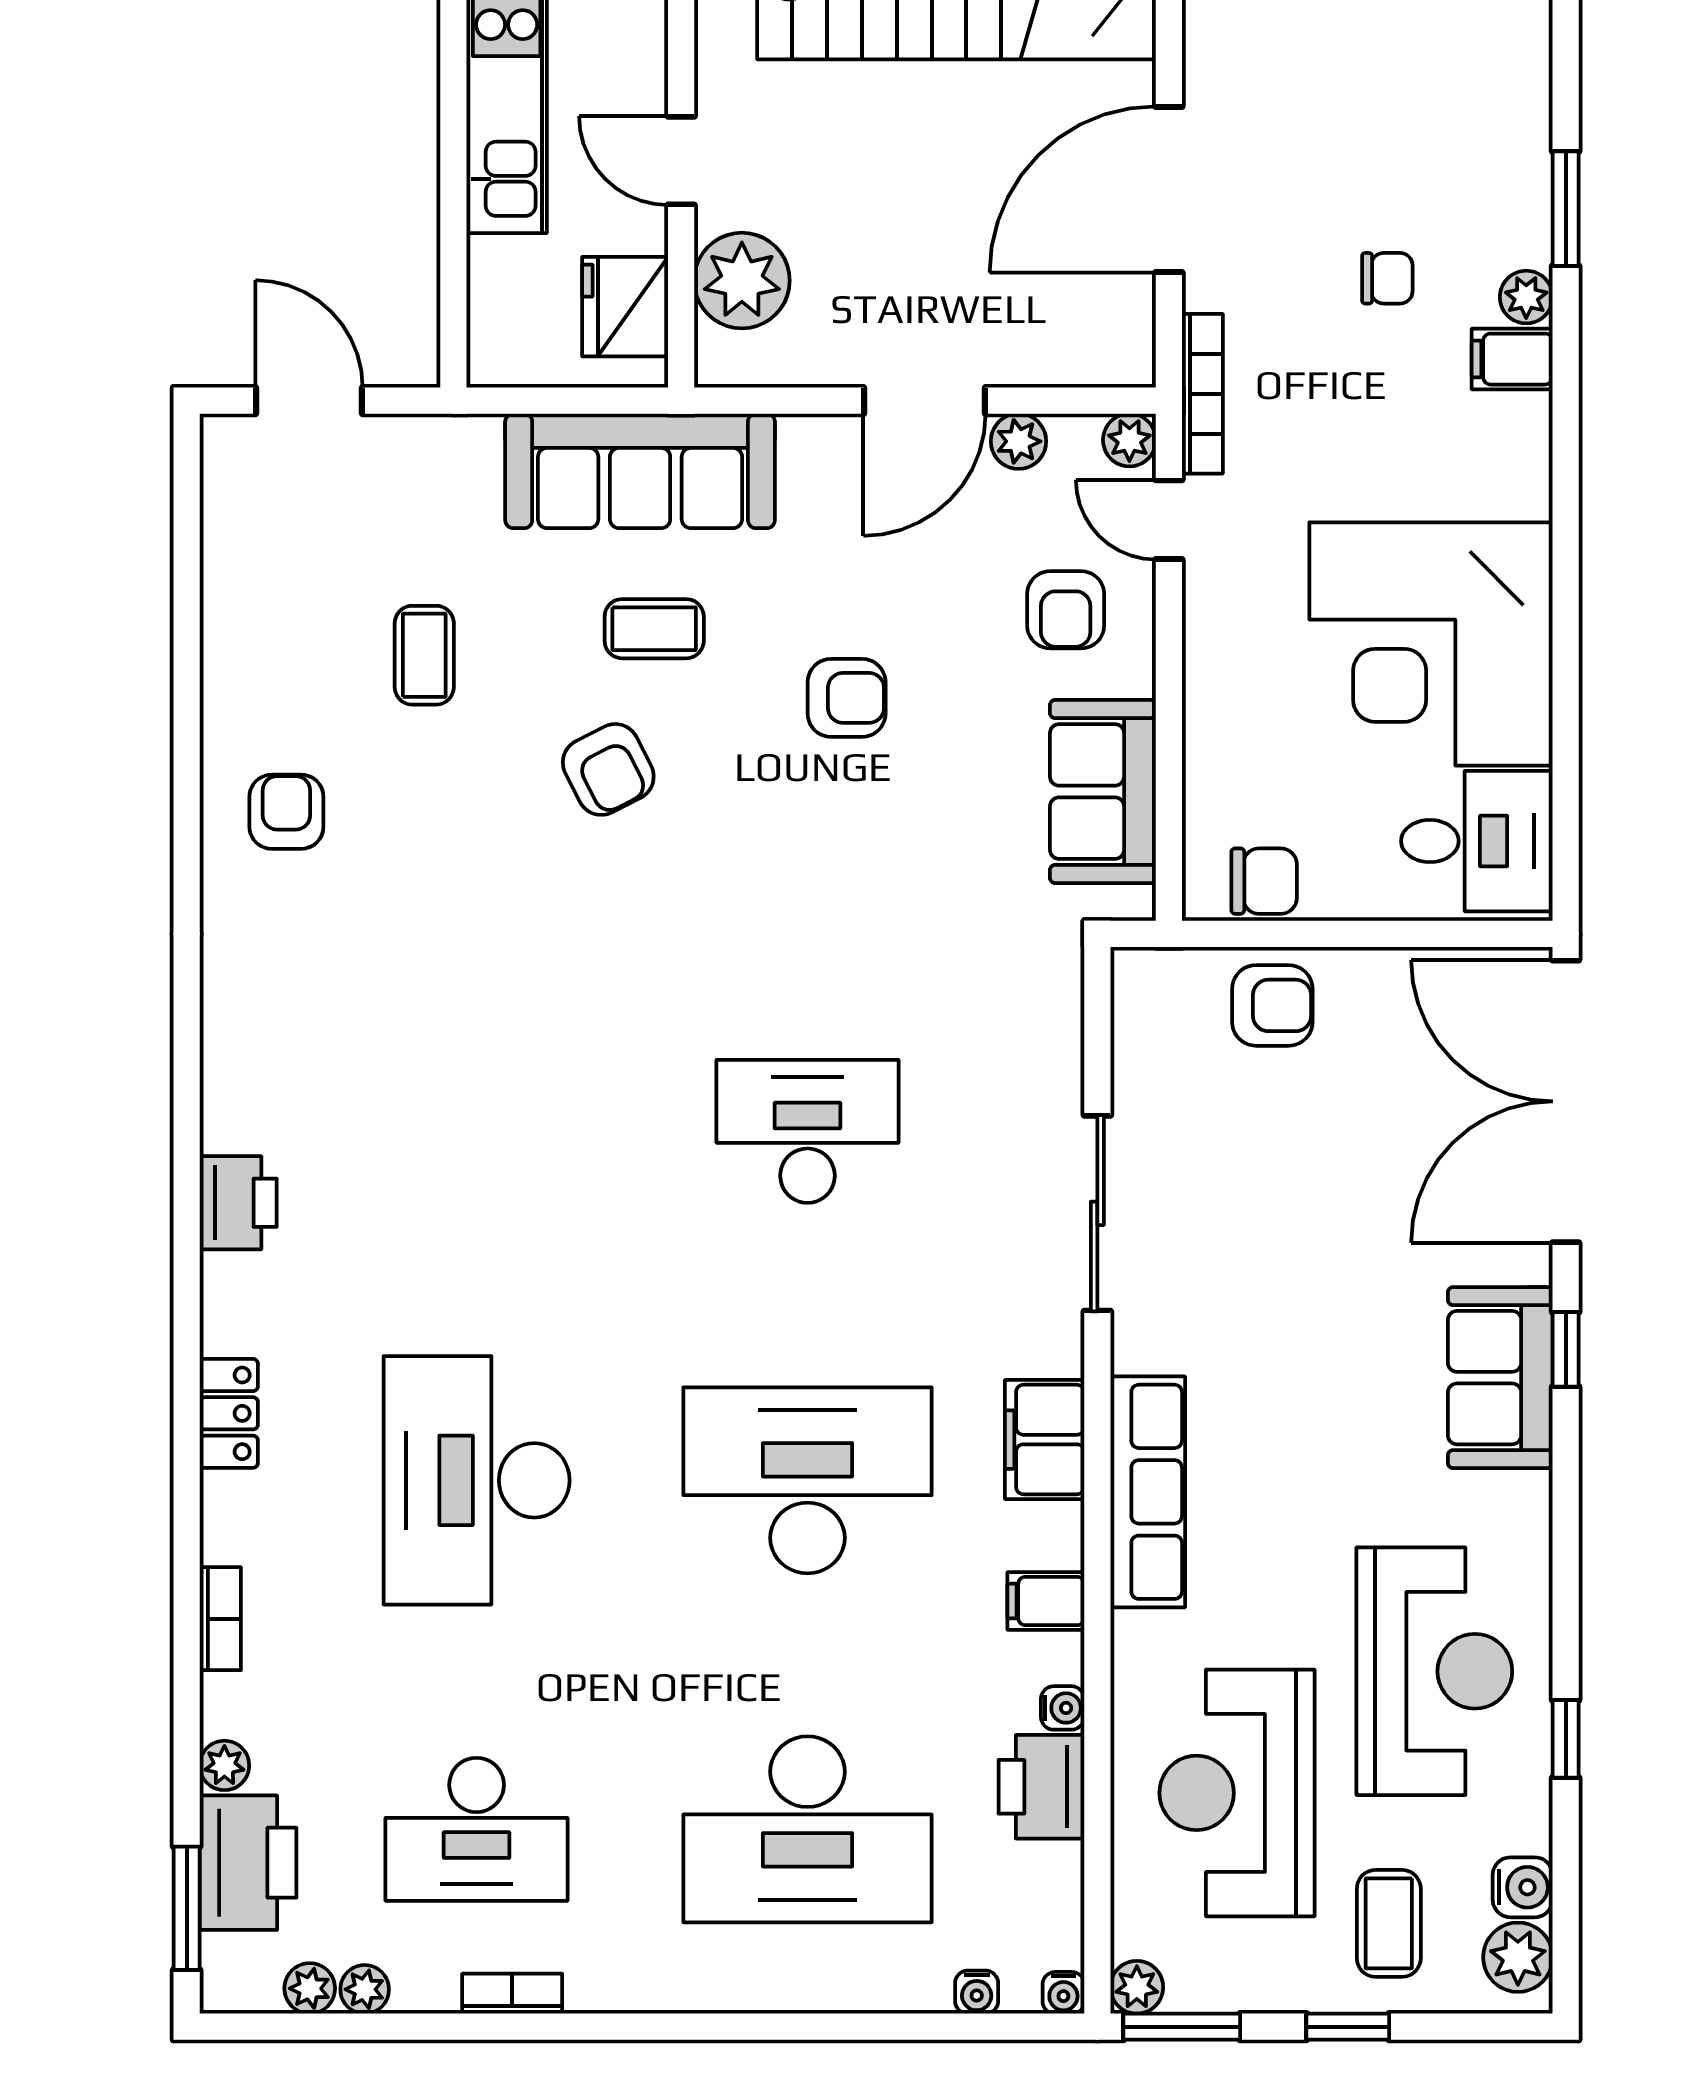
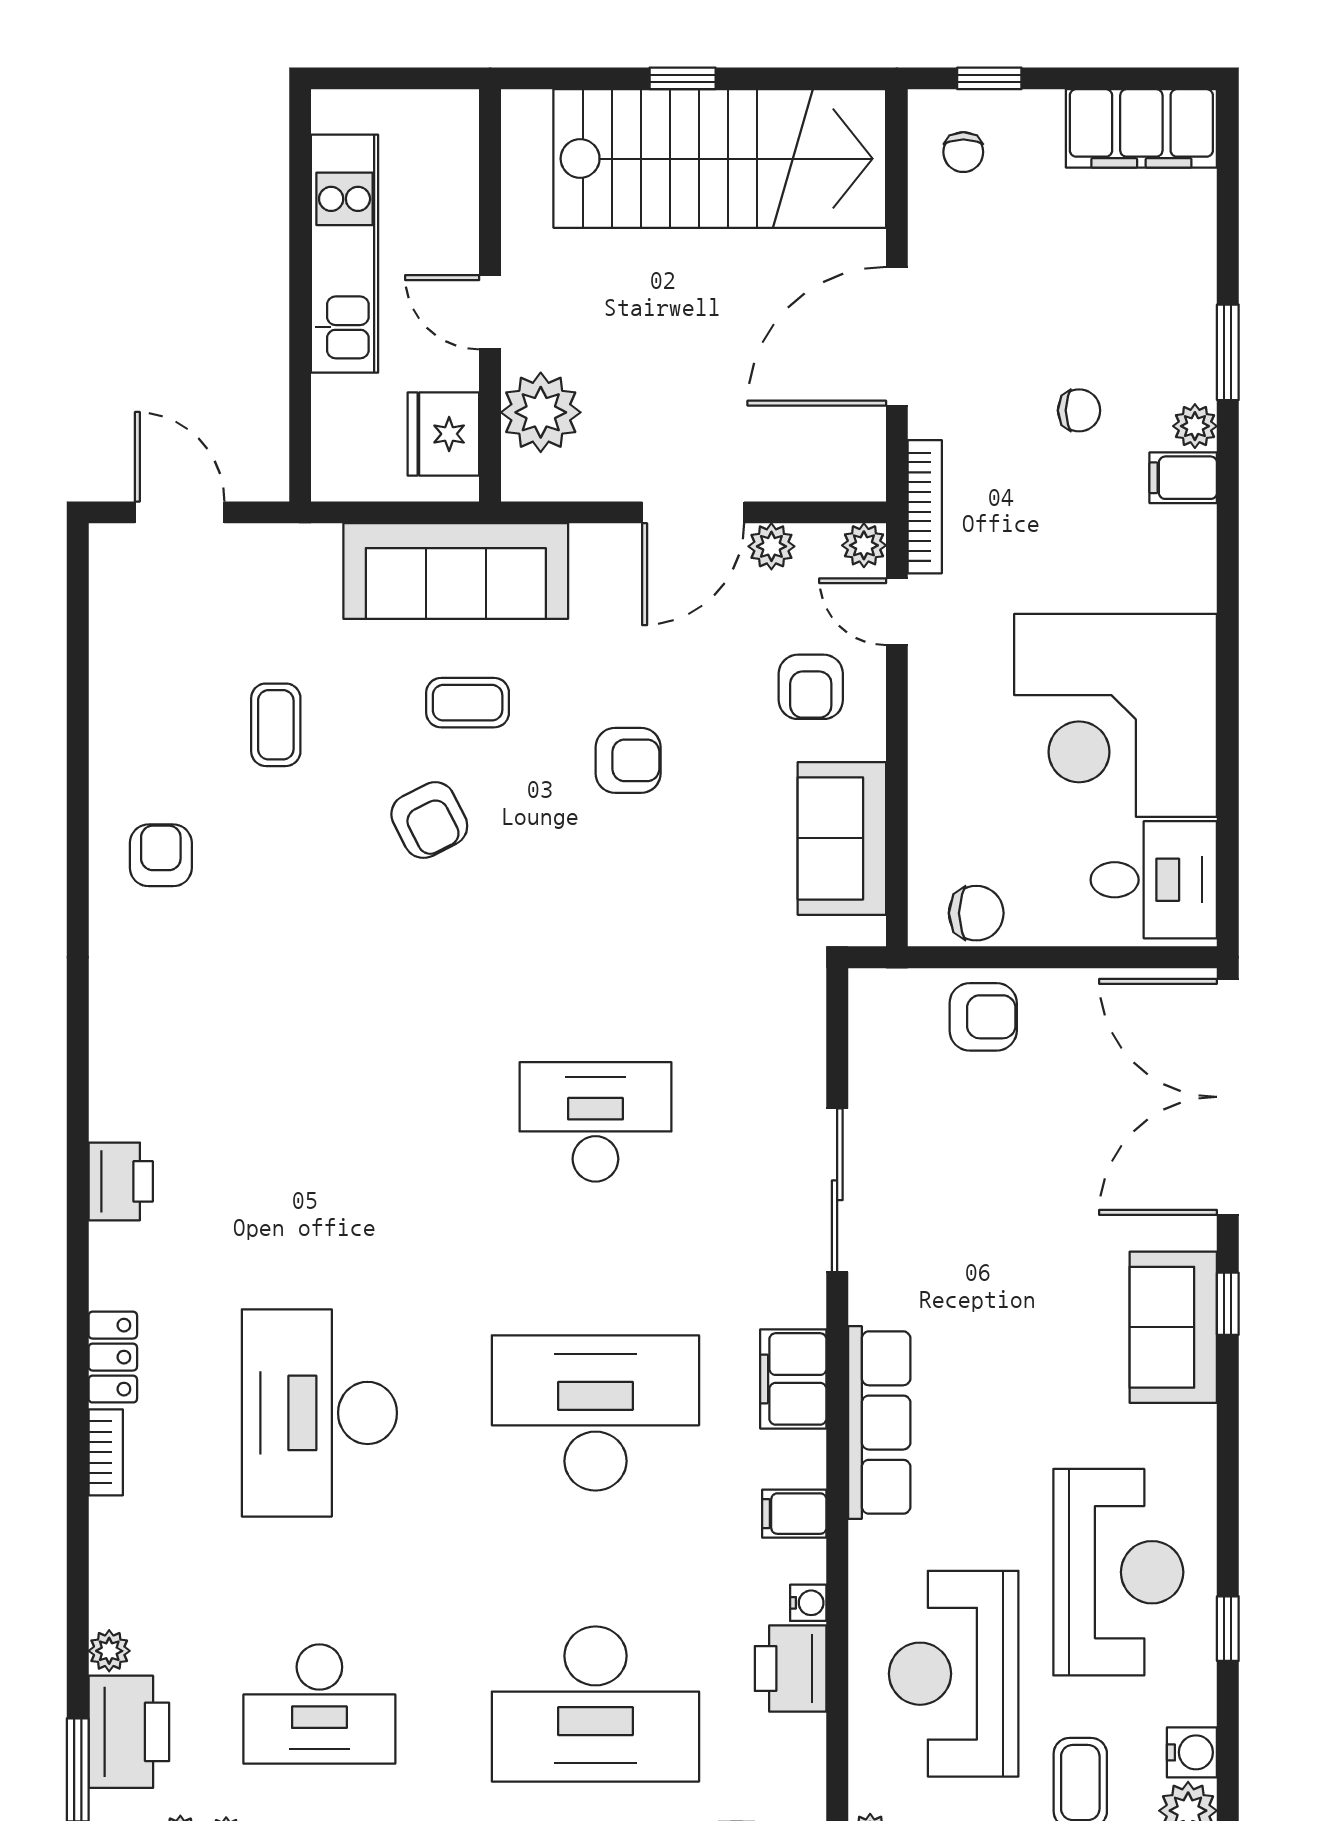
bookcase: (220, 1619) -> (106, 1452), moved

